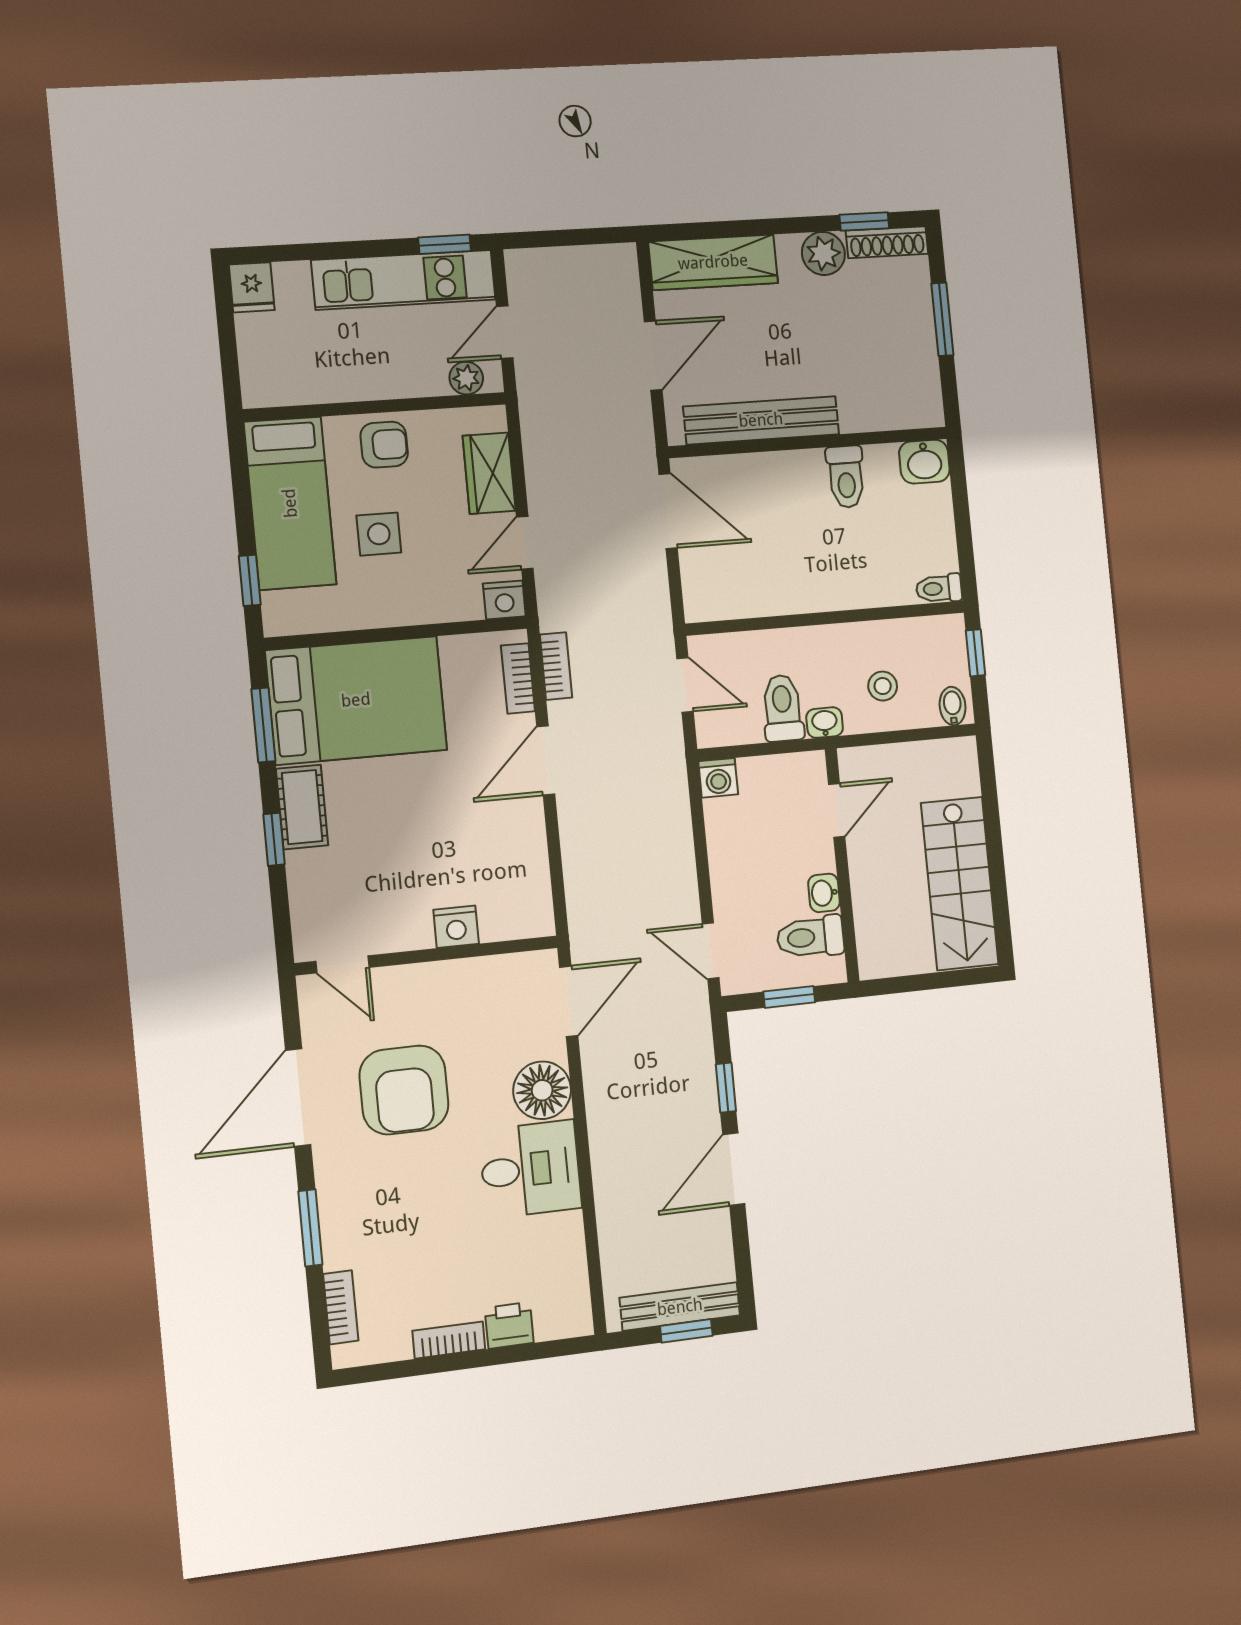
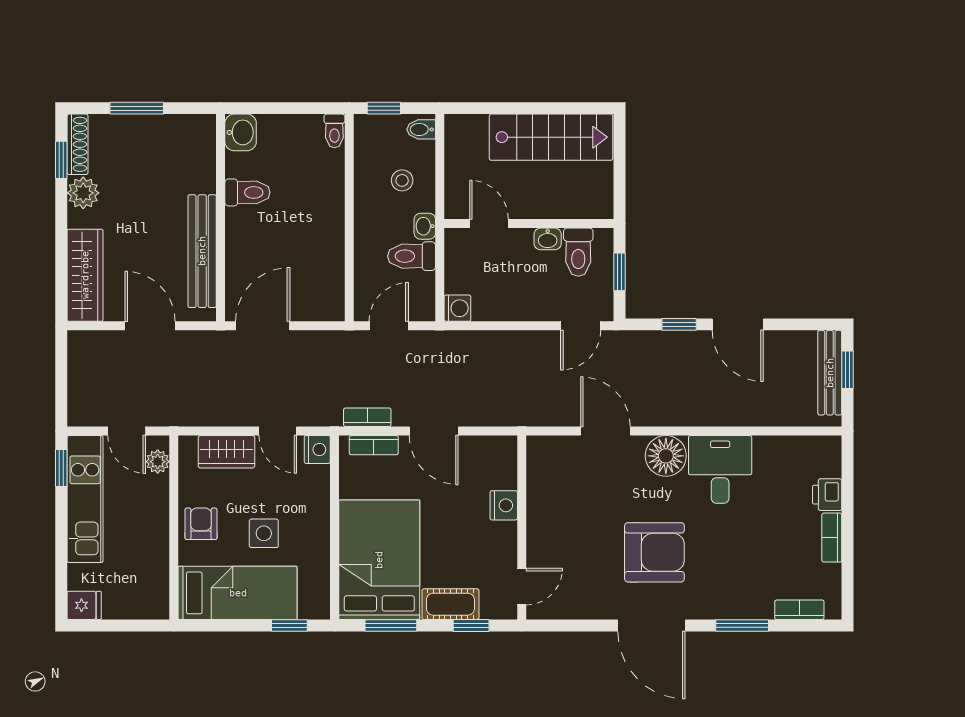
nightstand: (456, 927) -> (504, 505), moved
wall: (427, 955) -> (522, 528), moved
door: (342, 964) -> (522, 587), moved

